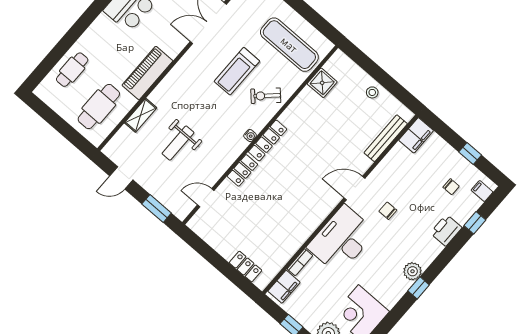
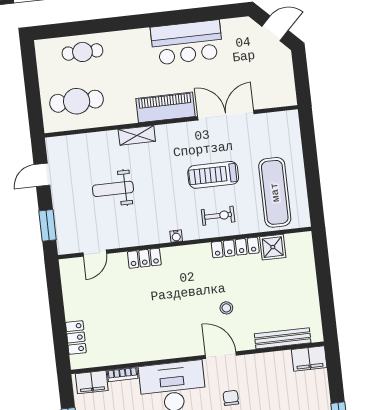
piano: (147, 73) -> (165, 107), moved
stool: (372, 92) -> (226, 308), moved
exercise bike: (266, 96) -> (218, 216), turned 133
shelving: (141, 115) -> (137, 135), moved
locker: (268, 140) -> (235, 248), moved
door: (121, 178) -> (42, 175), hinge flipped
door: (206, 198) -> (95, 253), swing flipped

